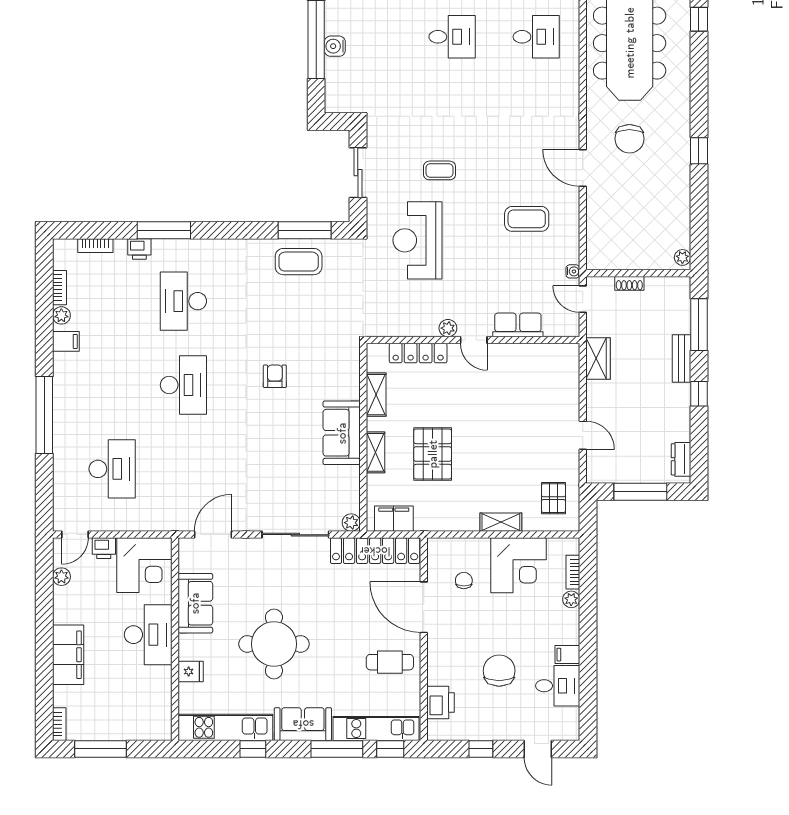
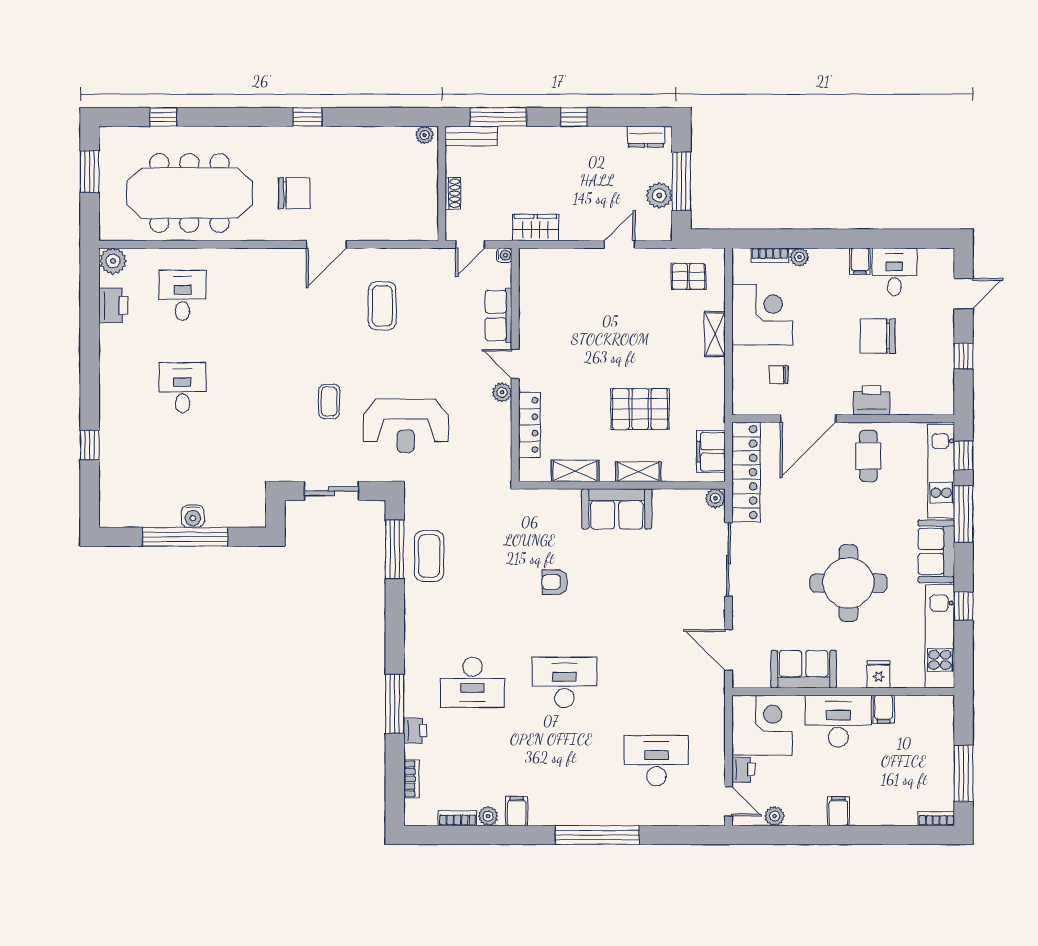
water cooler: (573, 271) -> (504, 255), moved, turned 90
door: (474, 340) -> (515, 364), swing flipped
bench: (681, 358) -> (471, 136), moved
plant: (627, 471) -> (659, 195), added
filing cabinet: (68, 655) -> (838, 811), width x0.33, depth x0.86
filing cabinet: (159, 676) -> (884, 709), added
printer: (441, 703) -> (872, 400), moved

